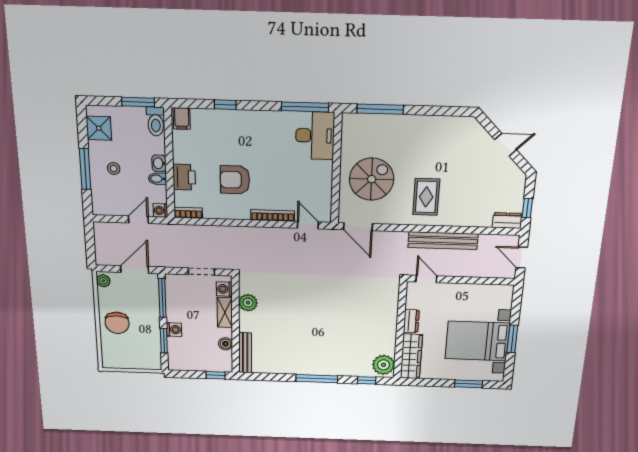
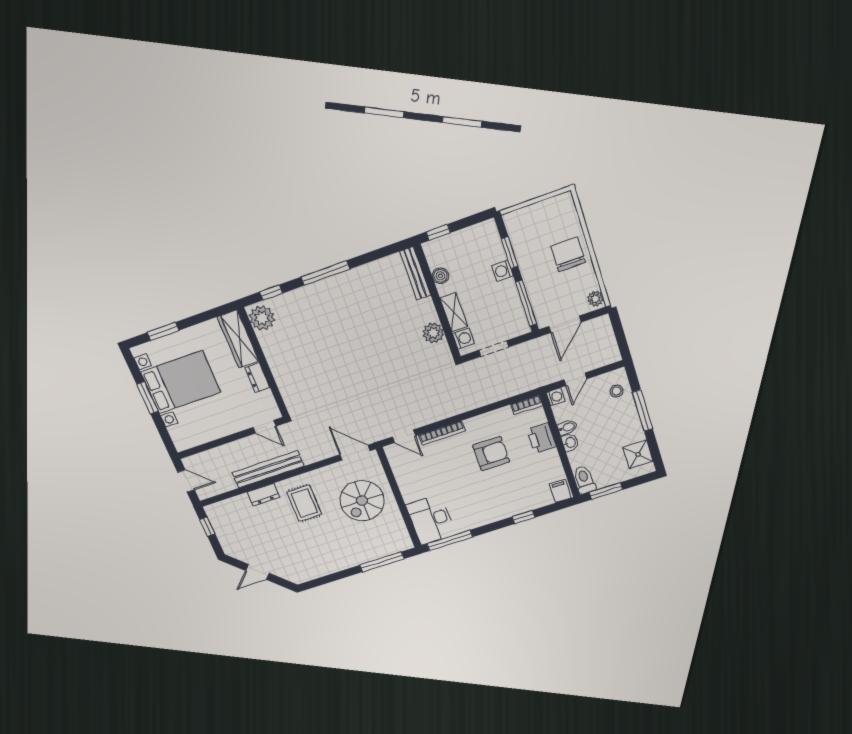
stool: (114, 168) -> (616, 391), moved
dresser: (507, 220) -> (263, 495), moved

